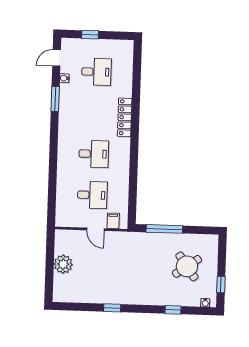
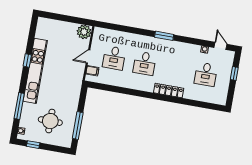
window: (55, 99) -> (164, 36), moved
window: (164, 229) -> (78, 126), moved
plant: (63, 264) -> (84, 32), moved
round table: (187, 266) -> (50, 121), turned 35
kitchen unit: (124, 296) -> (35, 71), added
window: (173, 310) -> (19, 106), width x2.17

